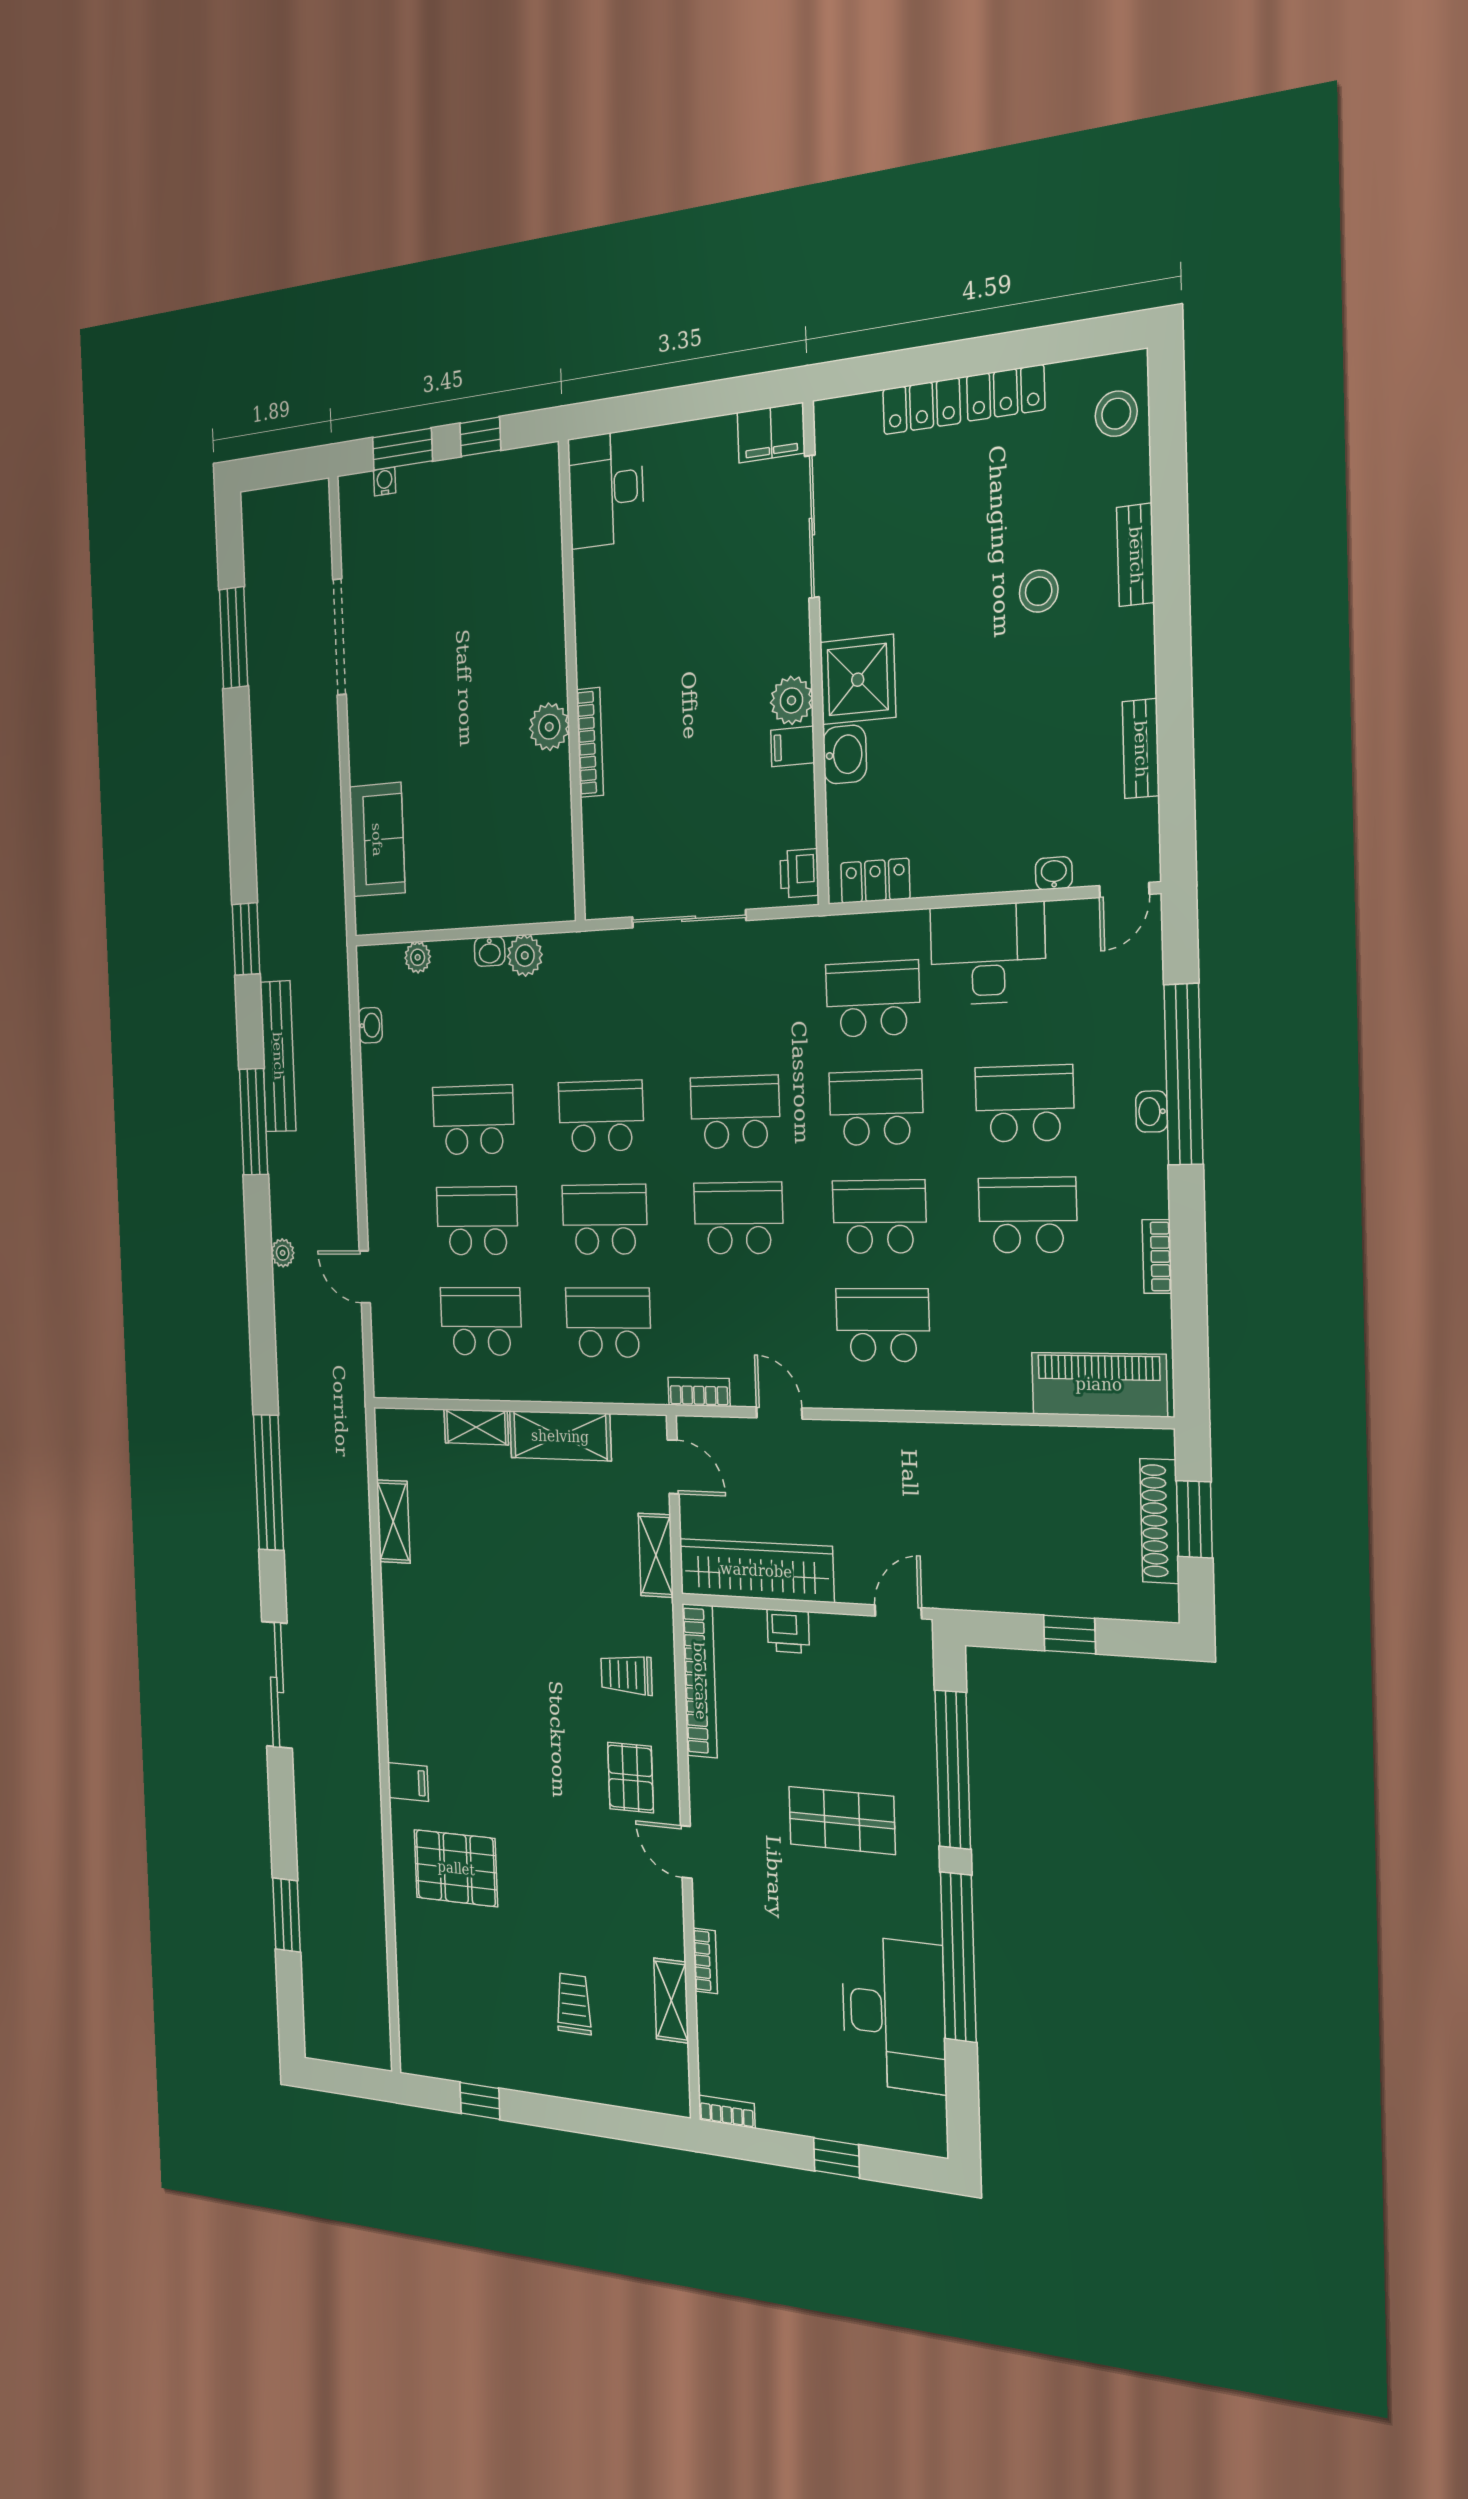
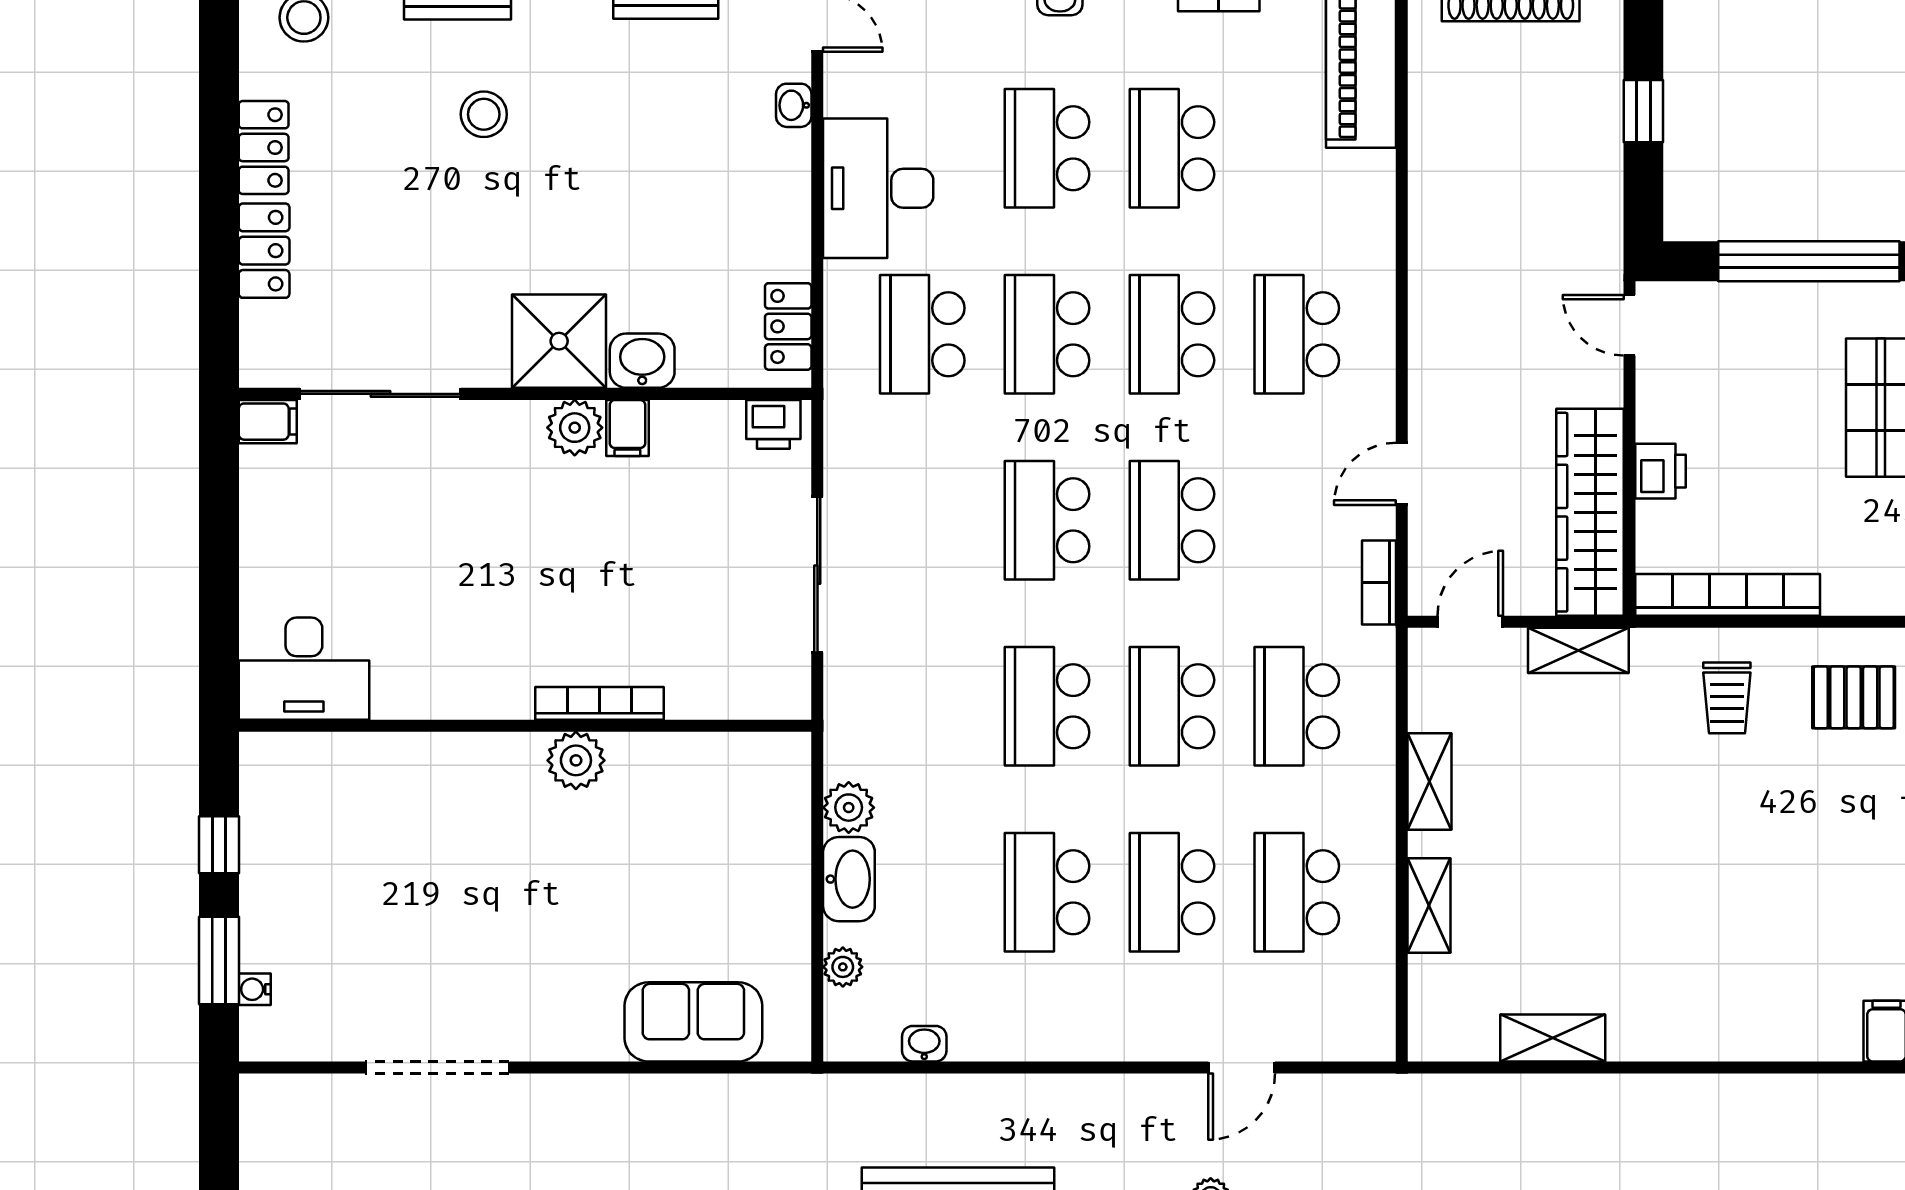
filing cabinet: (771, 433) -> (268, 422), width x0.50
washbasin: (490, 951) -> (849, 879), width x1.91, depth x1.45
shelving: (560, 1436) -> (1429, 781), width x0.67, depth x0.75

